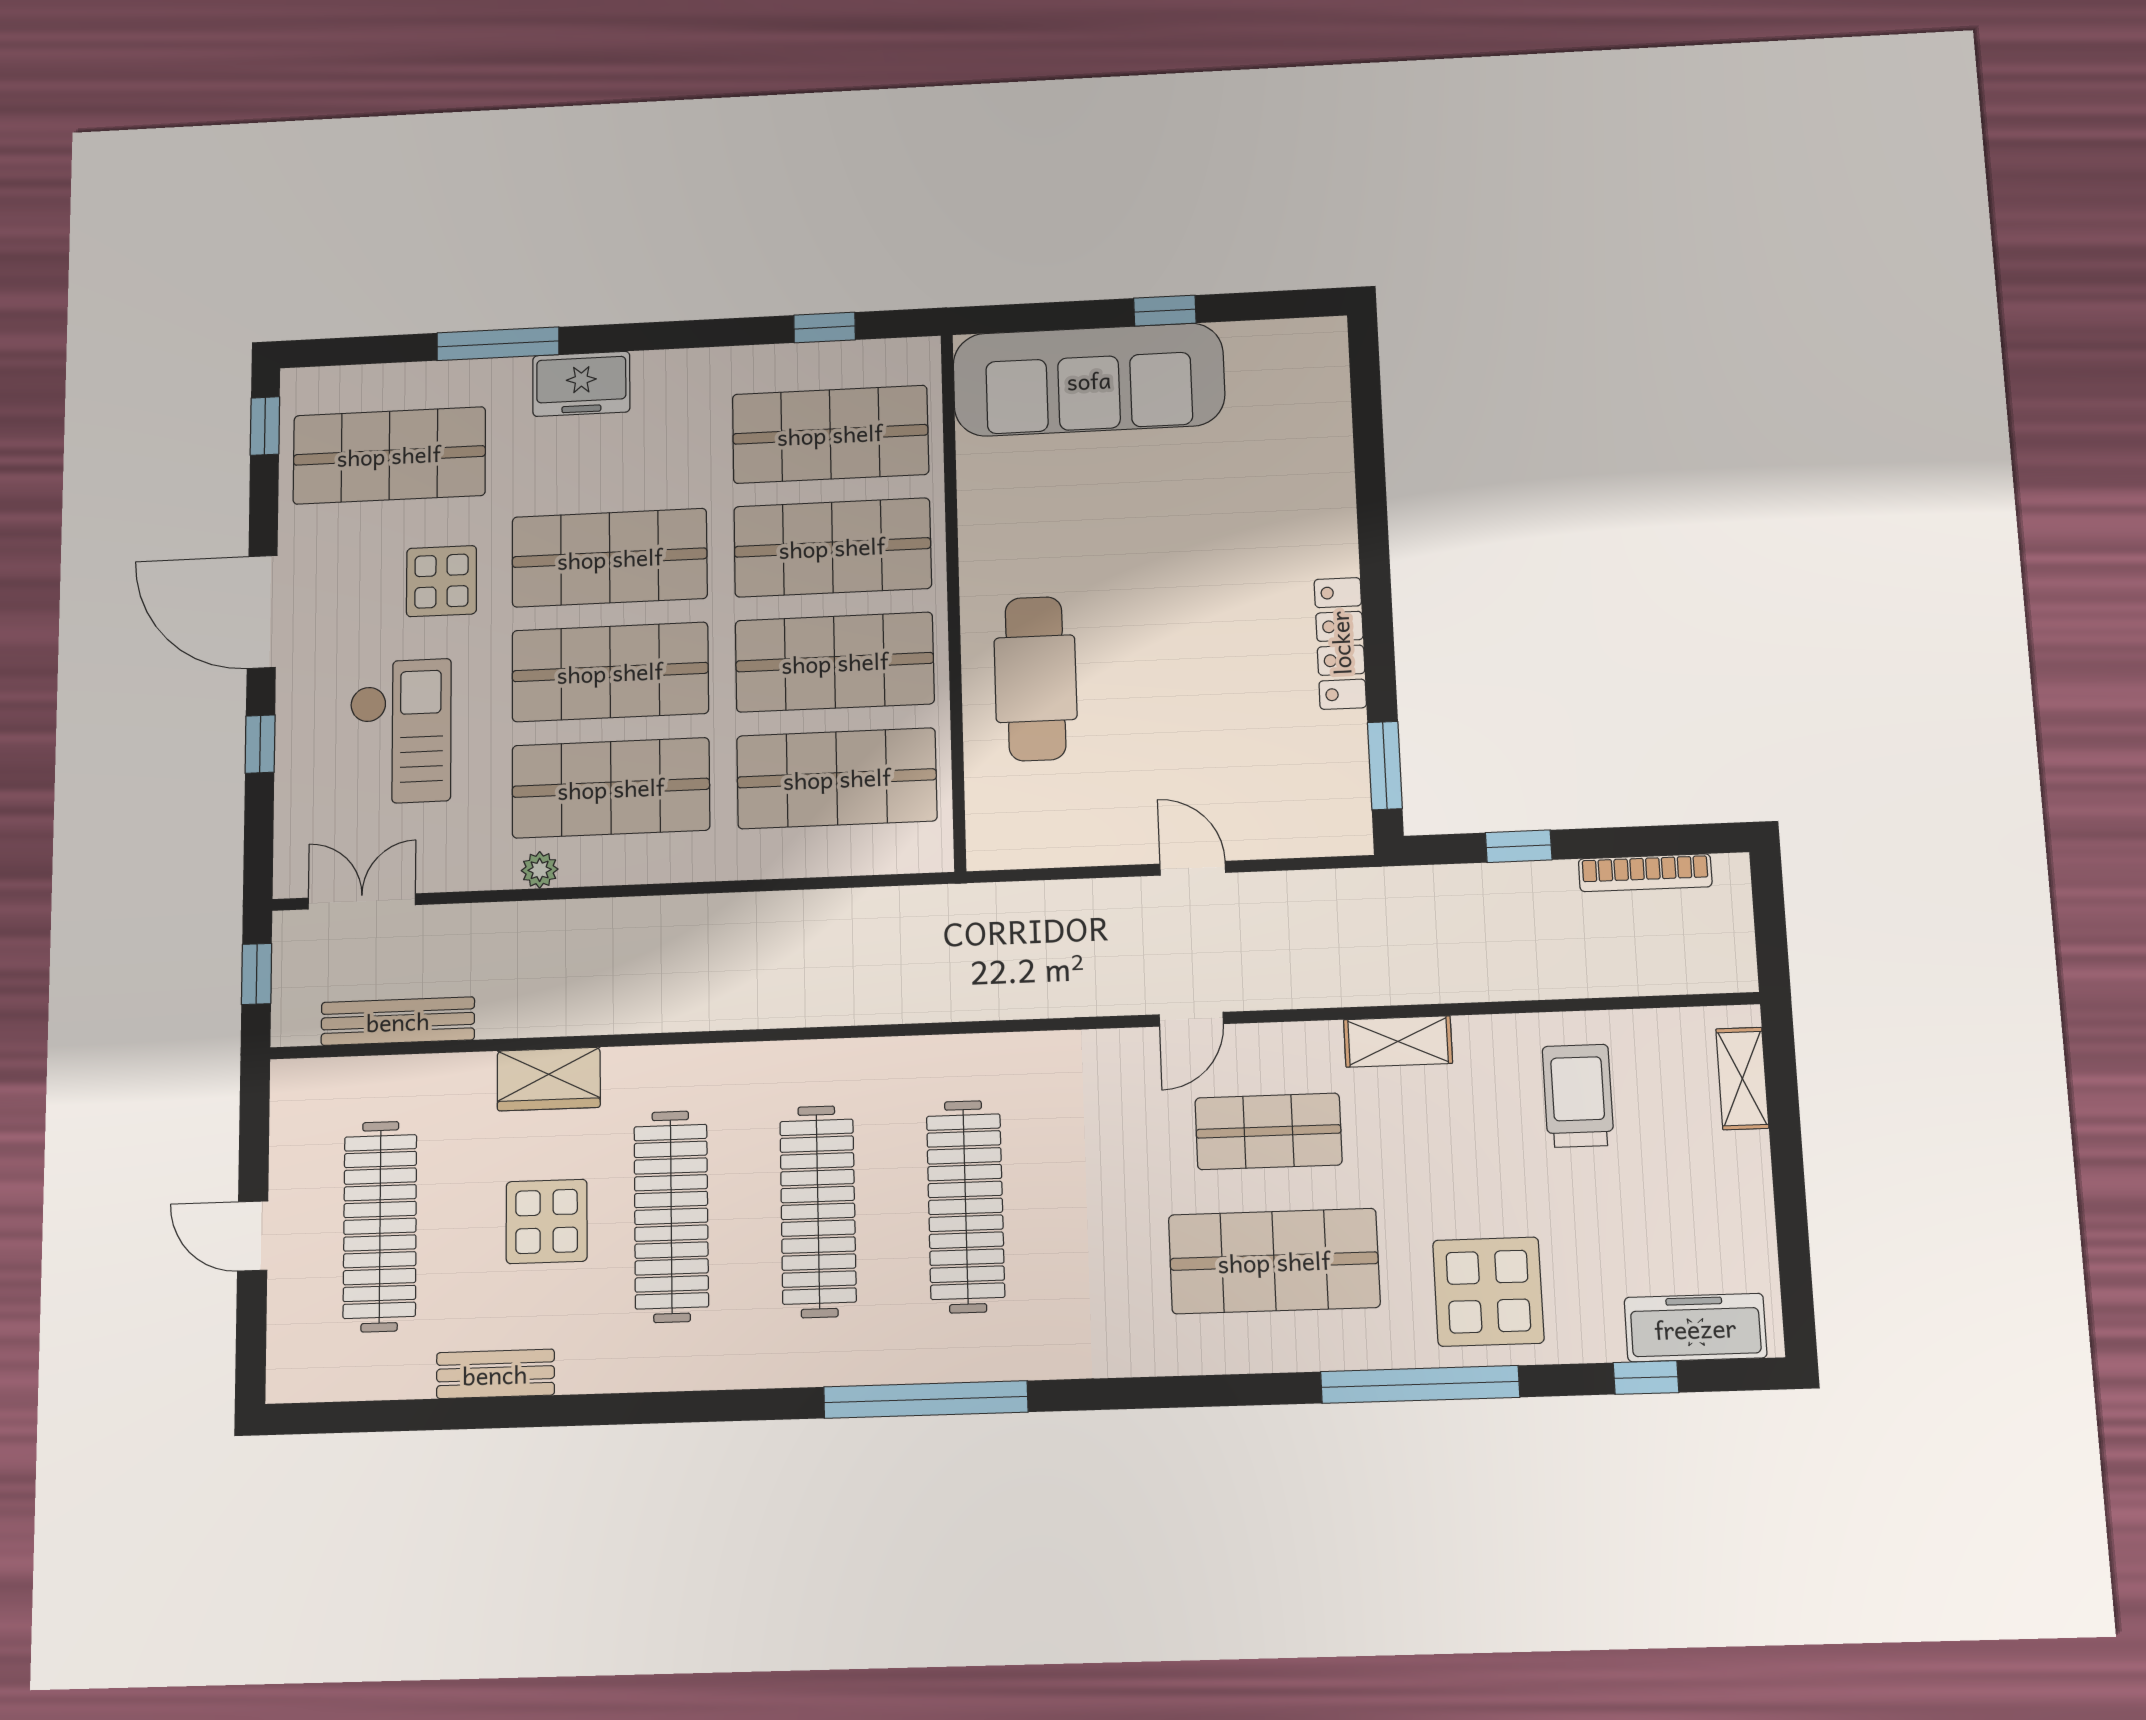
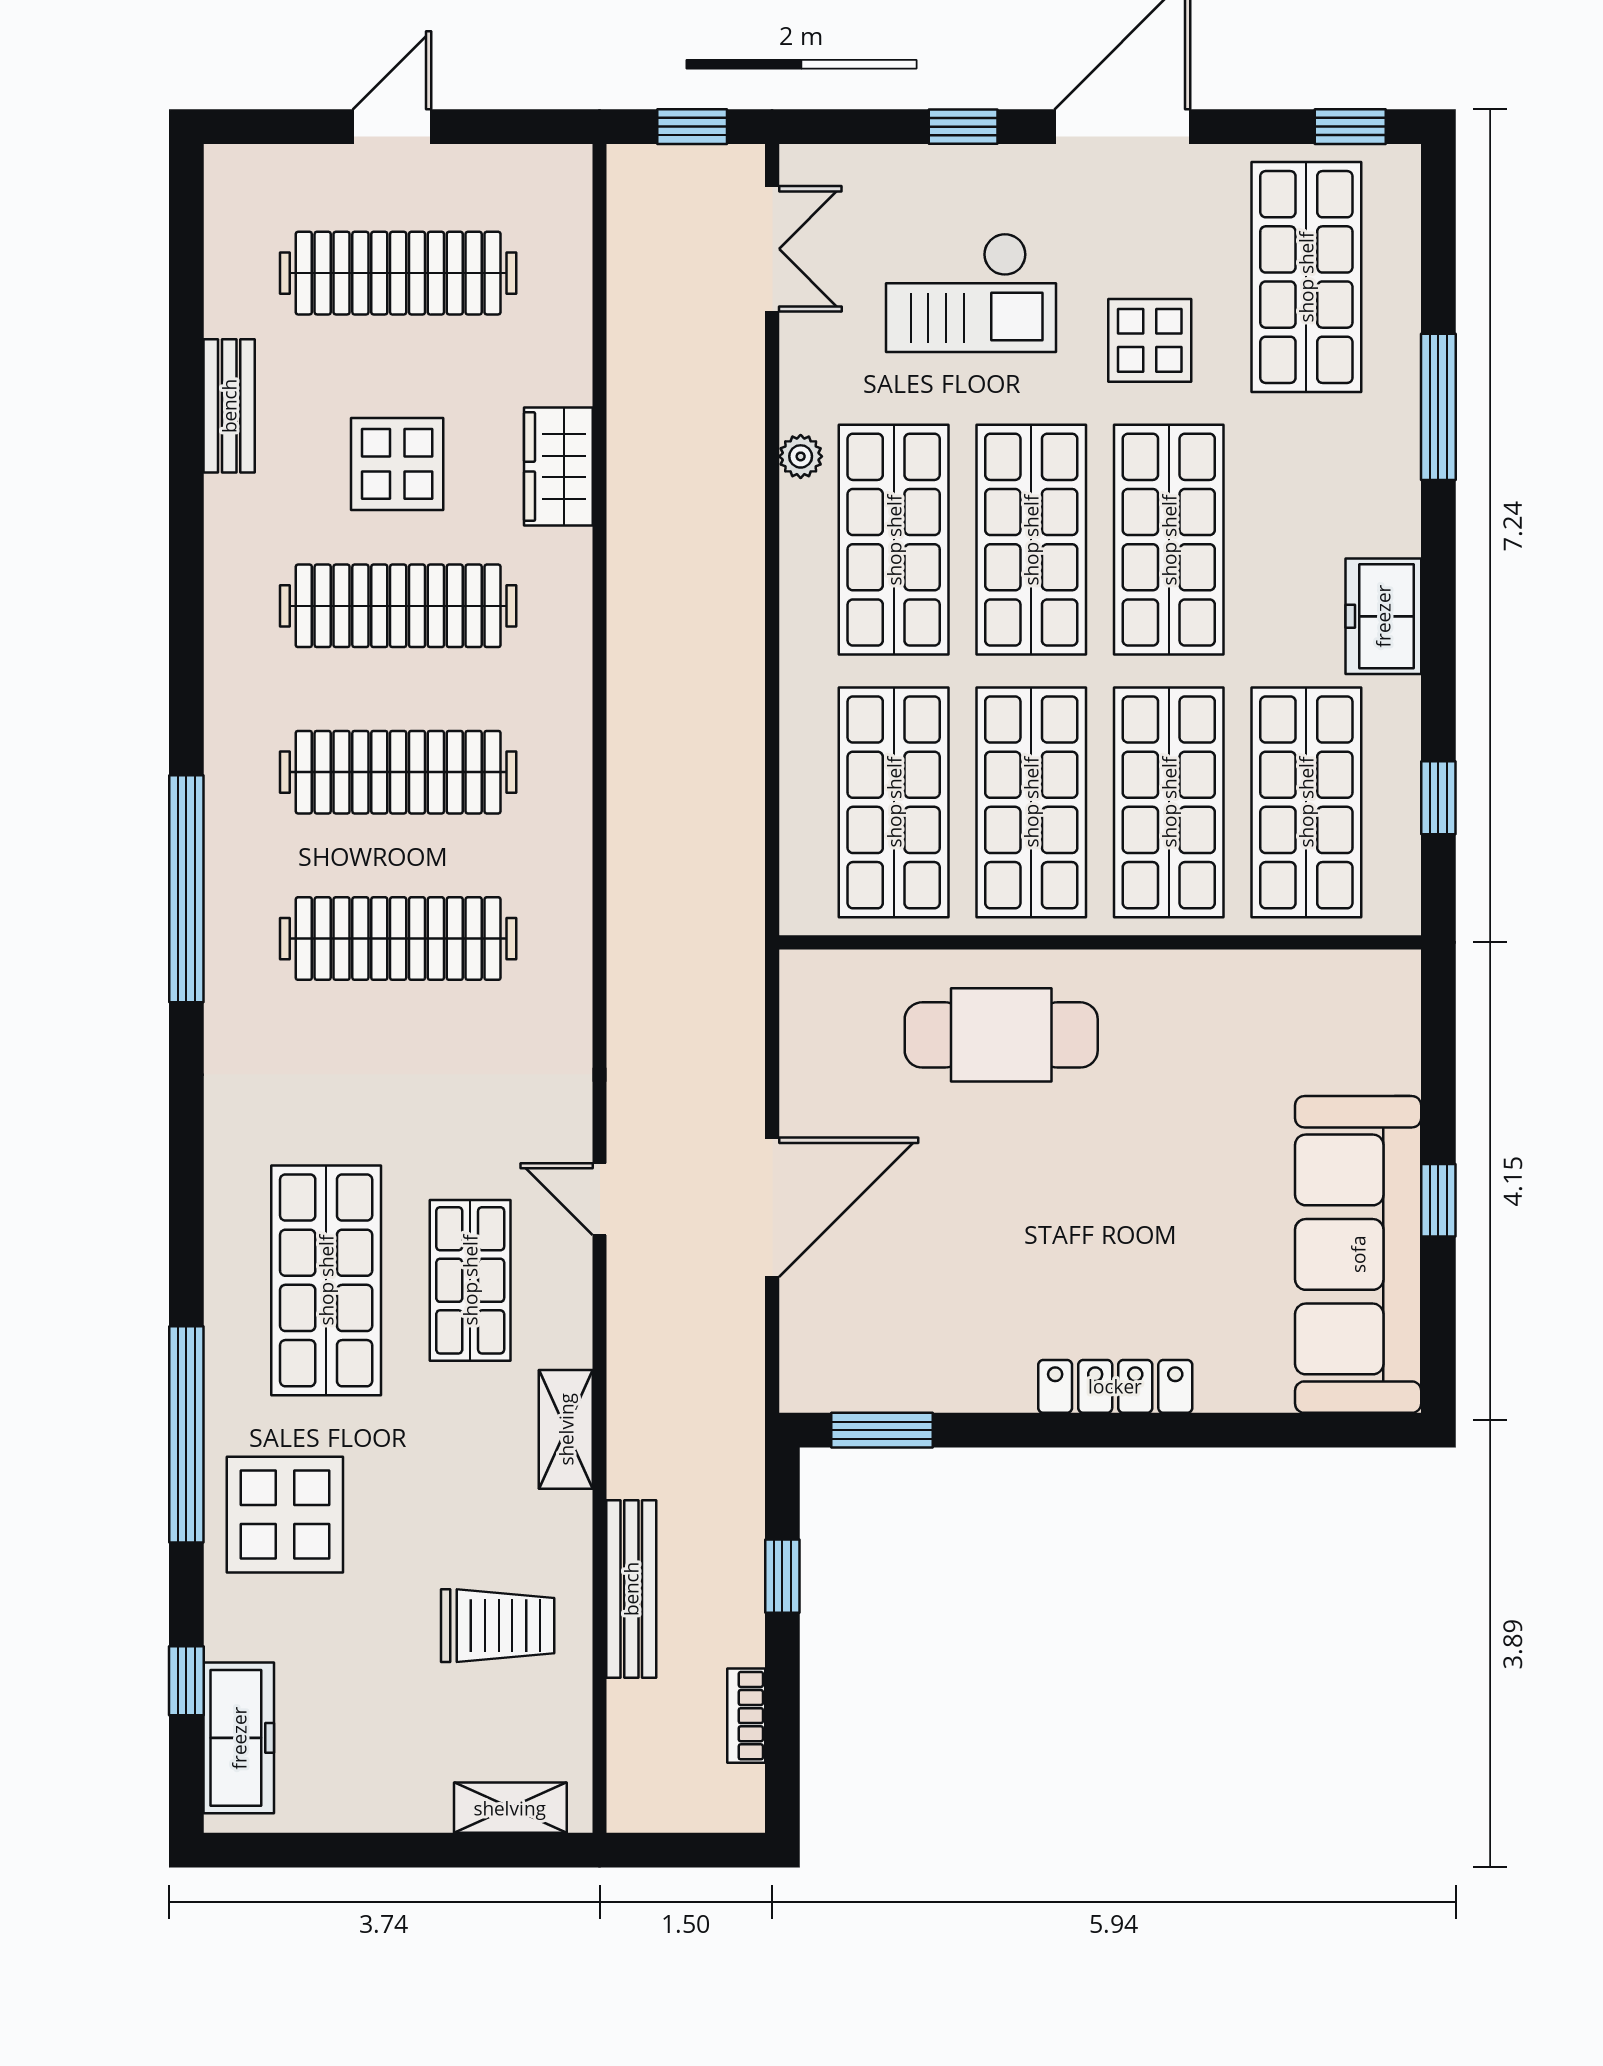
sofa: (1089, 380) -> (1358, 1254), moved
freezer: (581, 384) -> (1383, 616), moved
locker: (1340, 643) -> (1115, 1386), moved
door: (1193, 868) -> (772, 1207), width x1.87
bookcase: (1645, 873) -> (746, 1716), width x0.64
bench: (398, 1021) -> (631, 1589), moved

